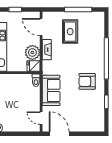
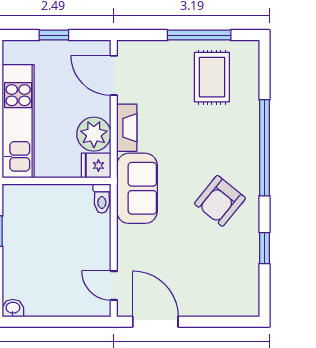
rug: (70, 32) -> (212, 77), moved
armchair: (87, 81) -> (220, 201), turned -51
sofa: (51, 90) -> (137, 188), moved

